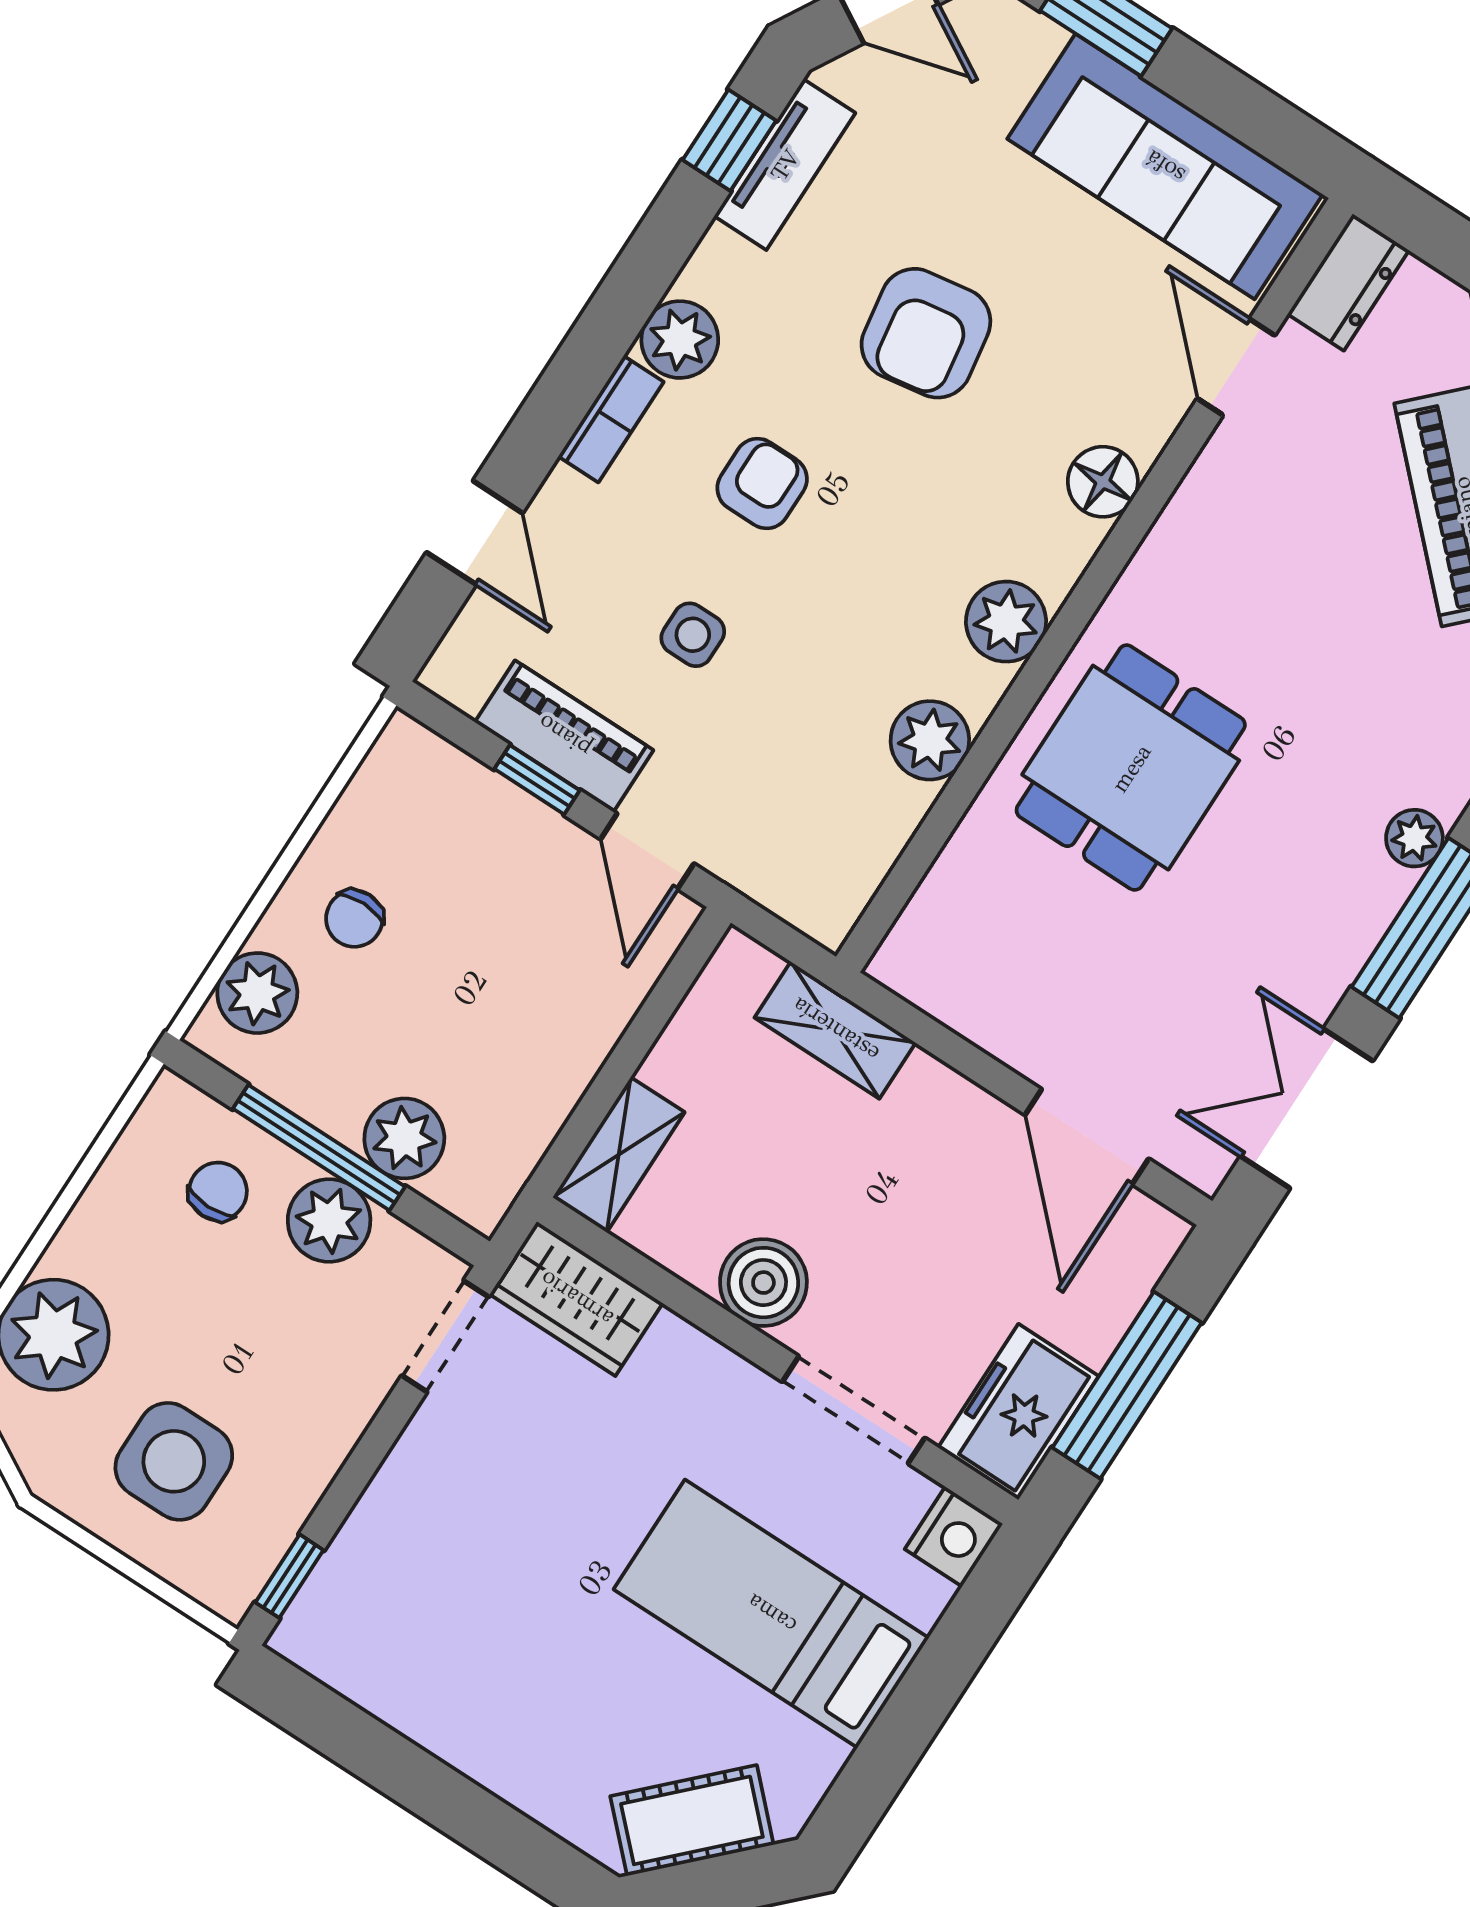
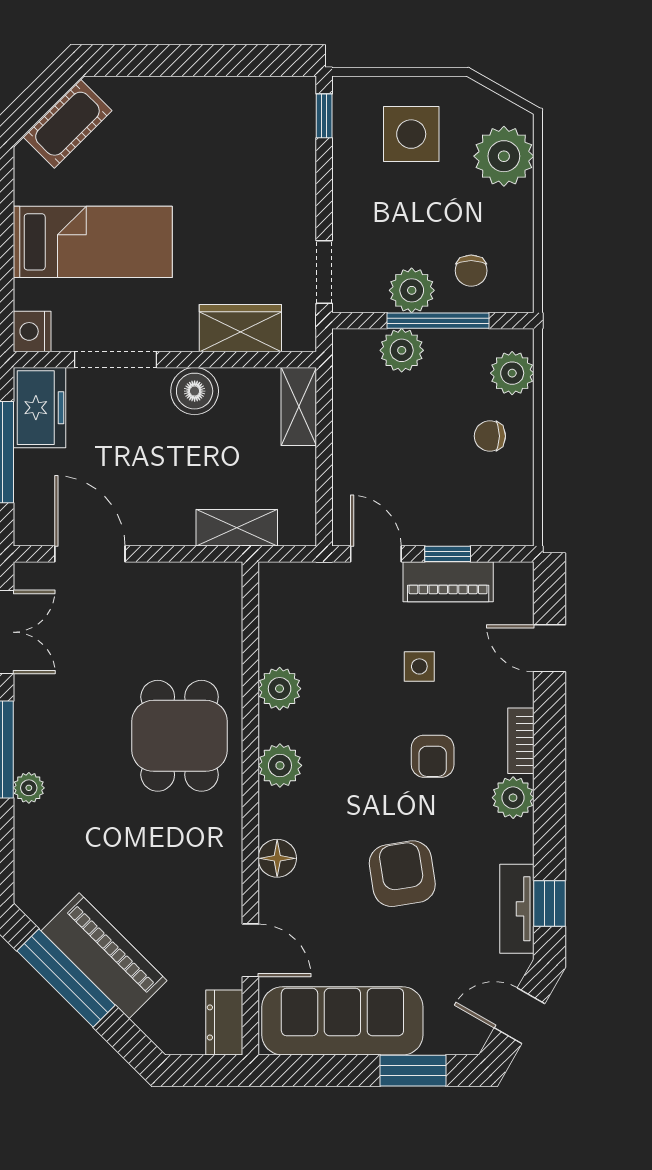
chair: (354, 919) -> (490, 436), turned -90
wardrobe: (576, 1299) -> (240, 328), moved

